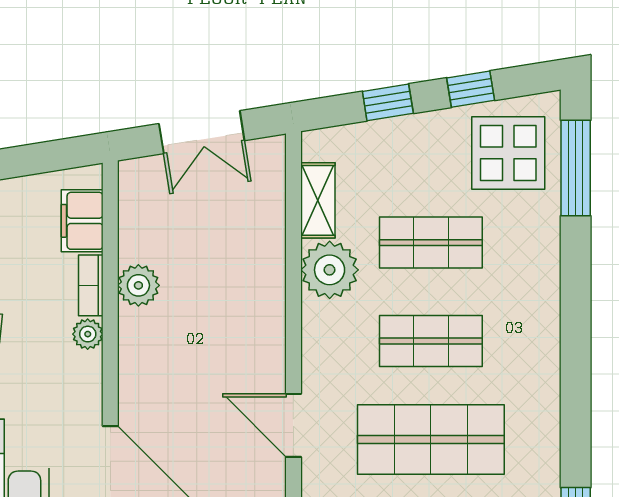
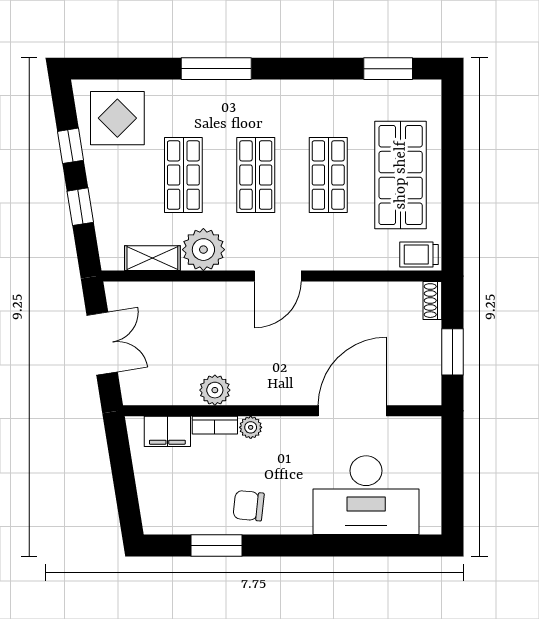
window: (576, 168) -> (216, 69), moved
door: (293, 425) -> (278, 276), moved
shop shelf: (431, 440) -> (328, 175), width x0.70, depth x0.74

